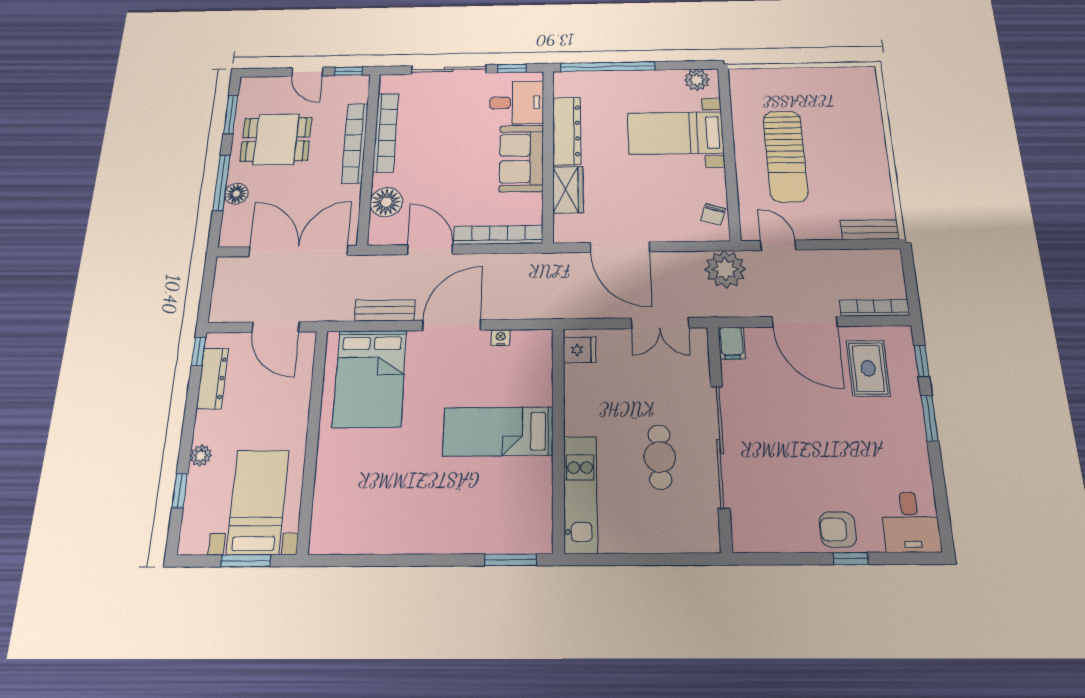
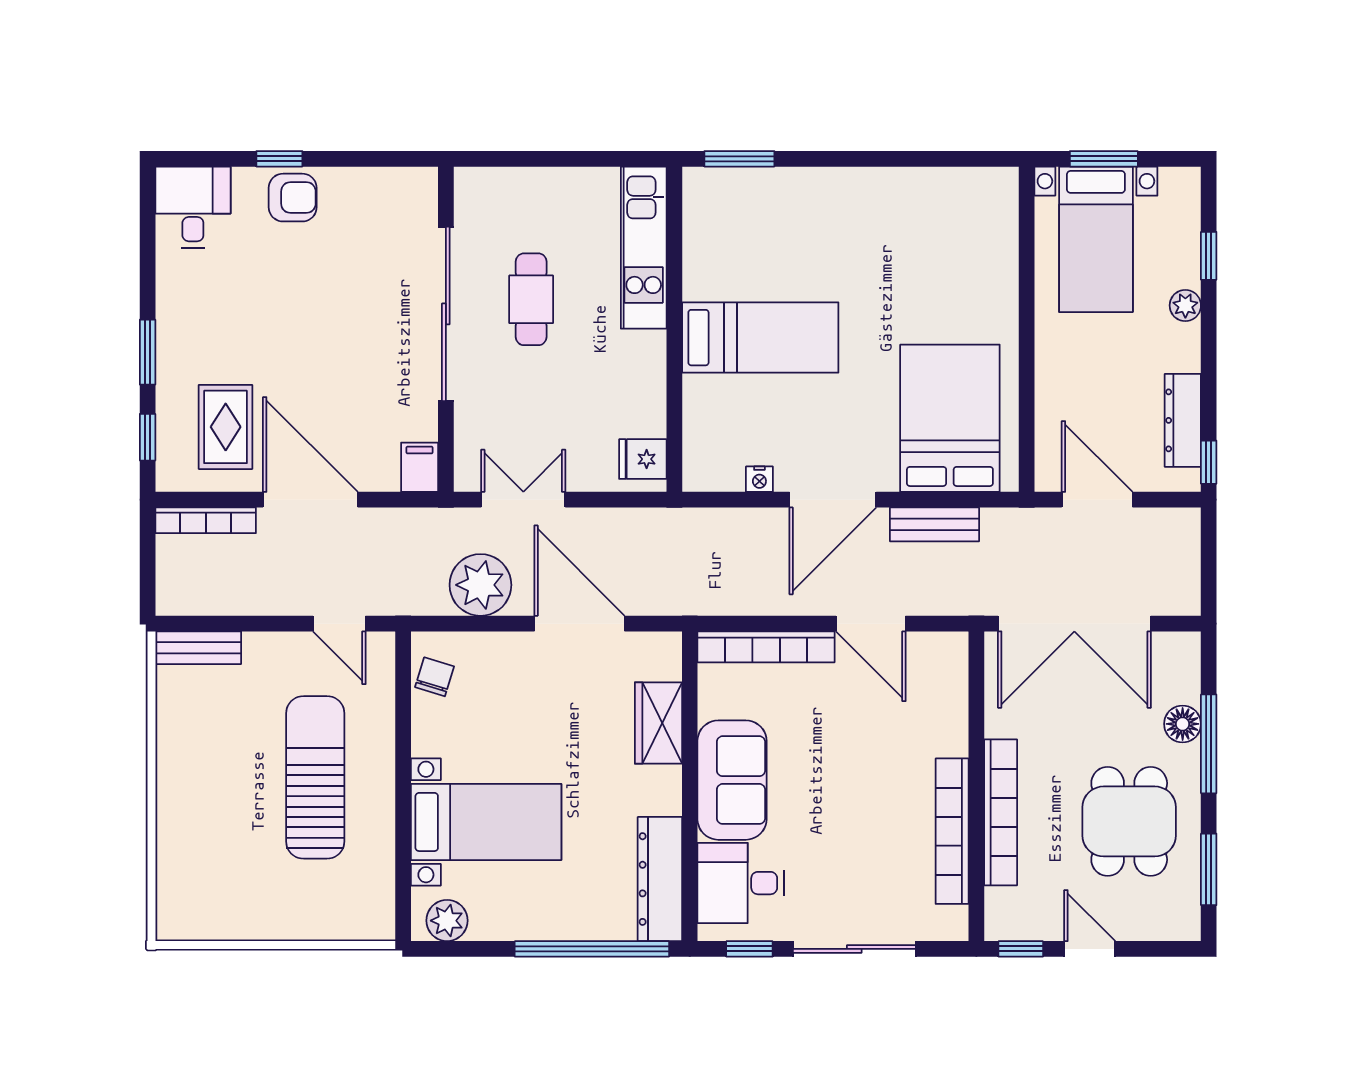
dresser: (567, 131) -> (660, 879), moved
dining table: (276, 139) -> (1129, 821), turned 90
floor lamp: (386, 202) -> (943, 706), removed
plant: (725, 269) -> (480, 585), moved

